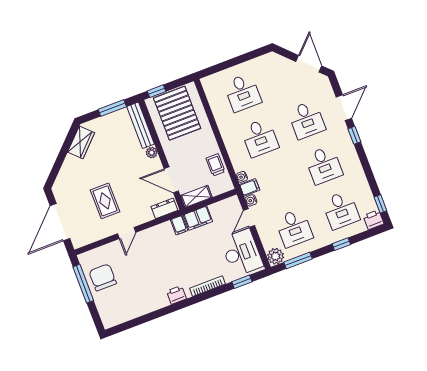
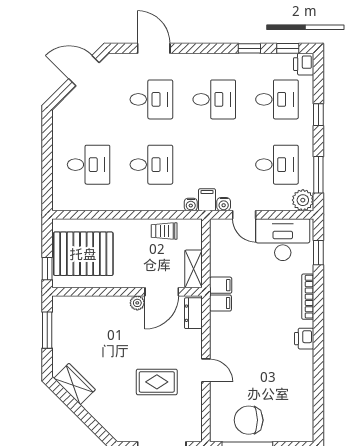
bench: (141, 125) -> (81, 304), removed
window: (354, 135) -> (249, 48), moved
plant: (152, 153) -> (137, 303), moved
filing cabinet: (198, 218) -> (221, 285), width x0.50

